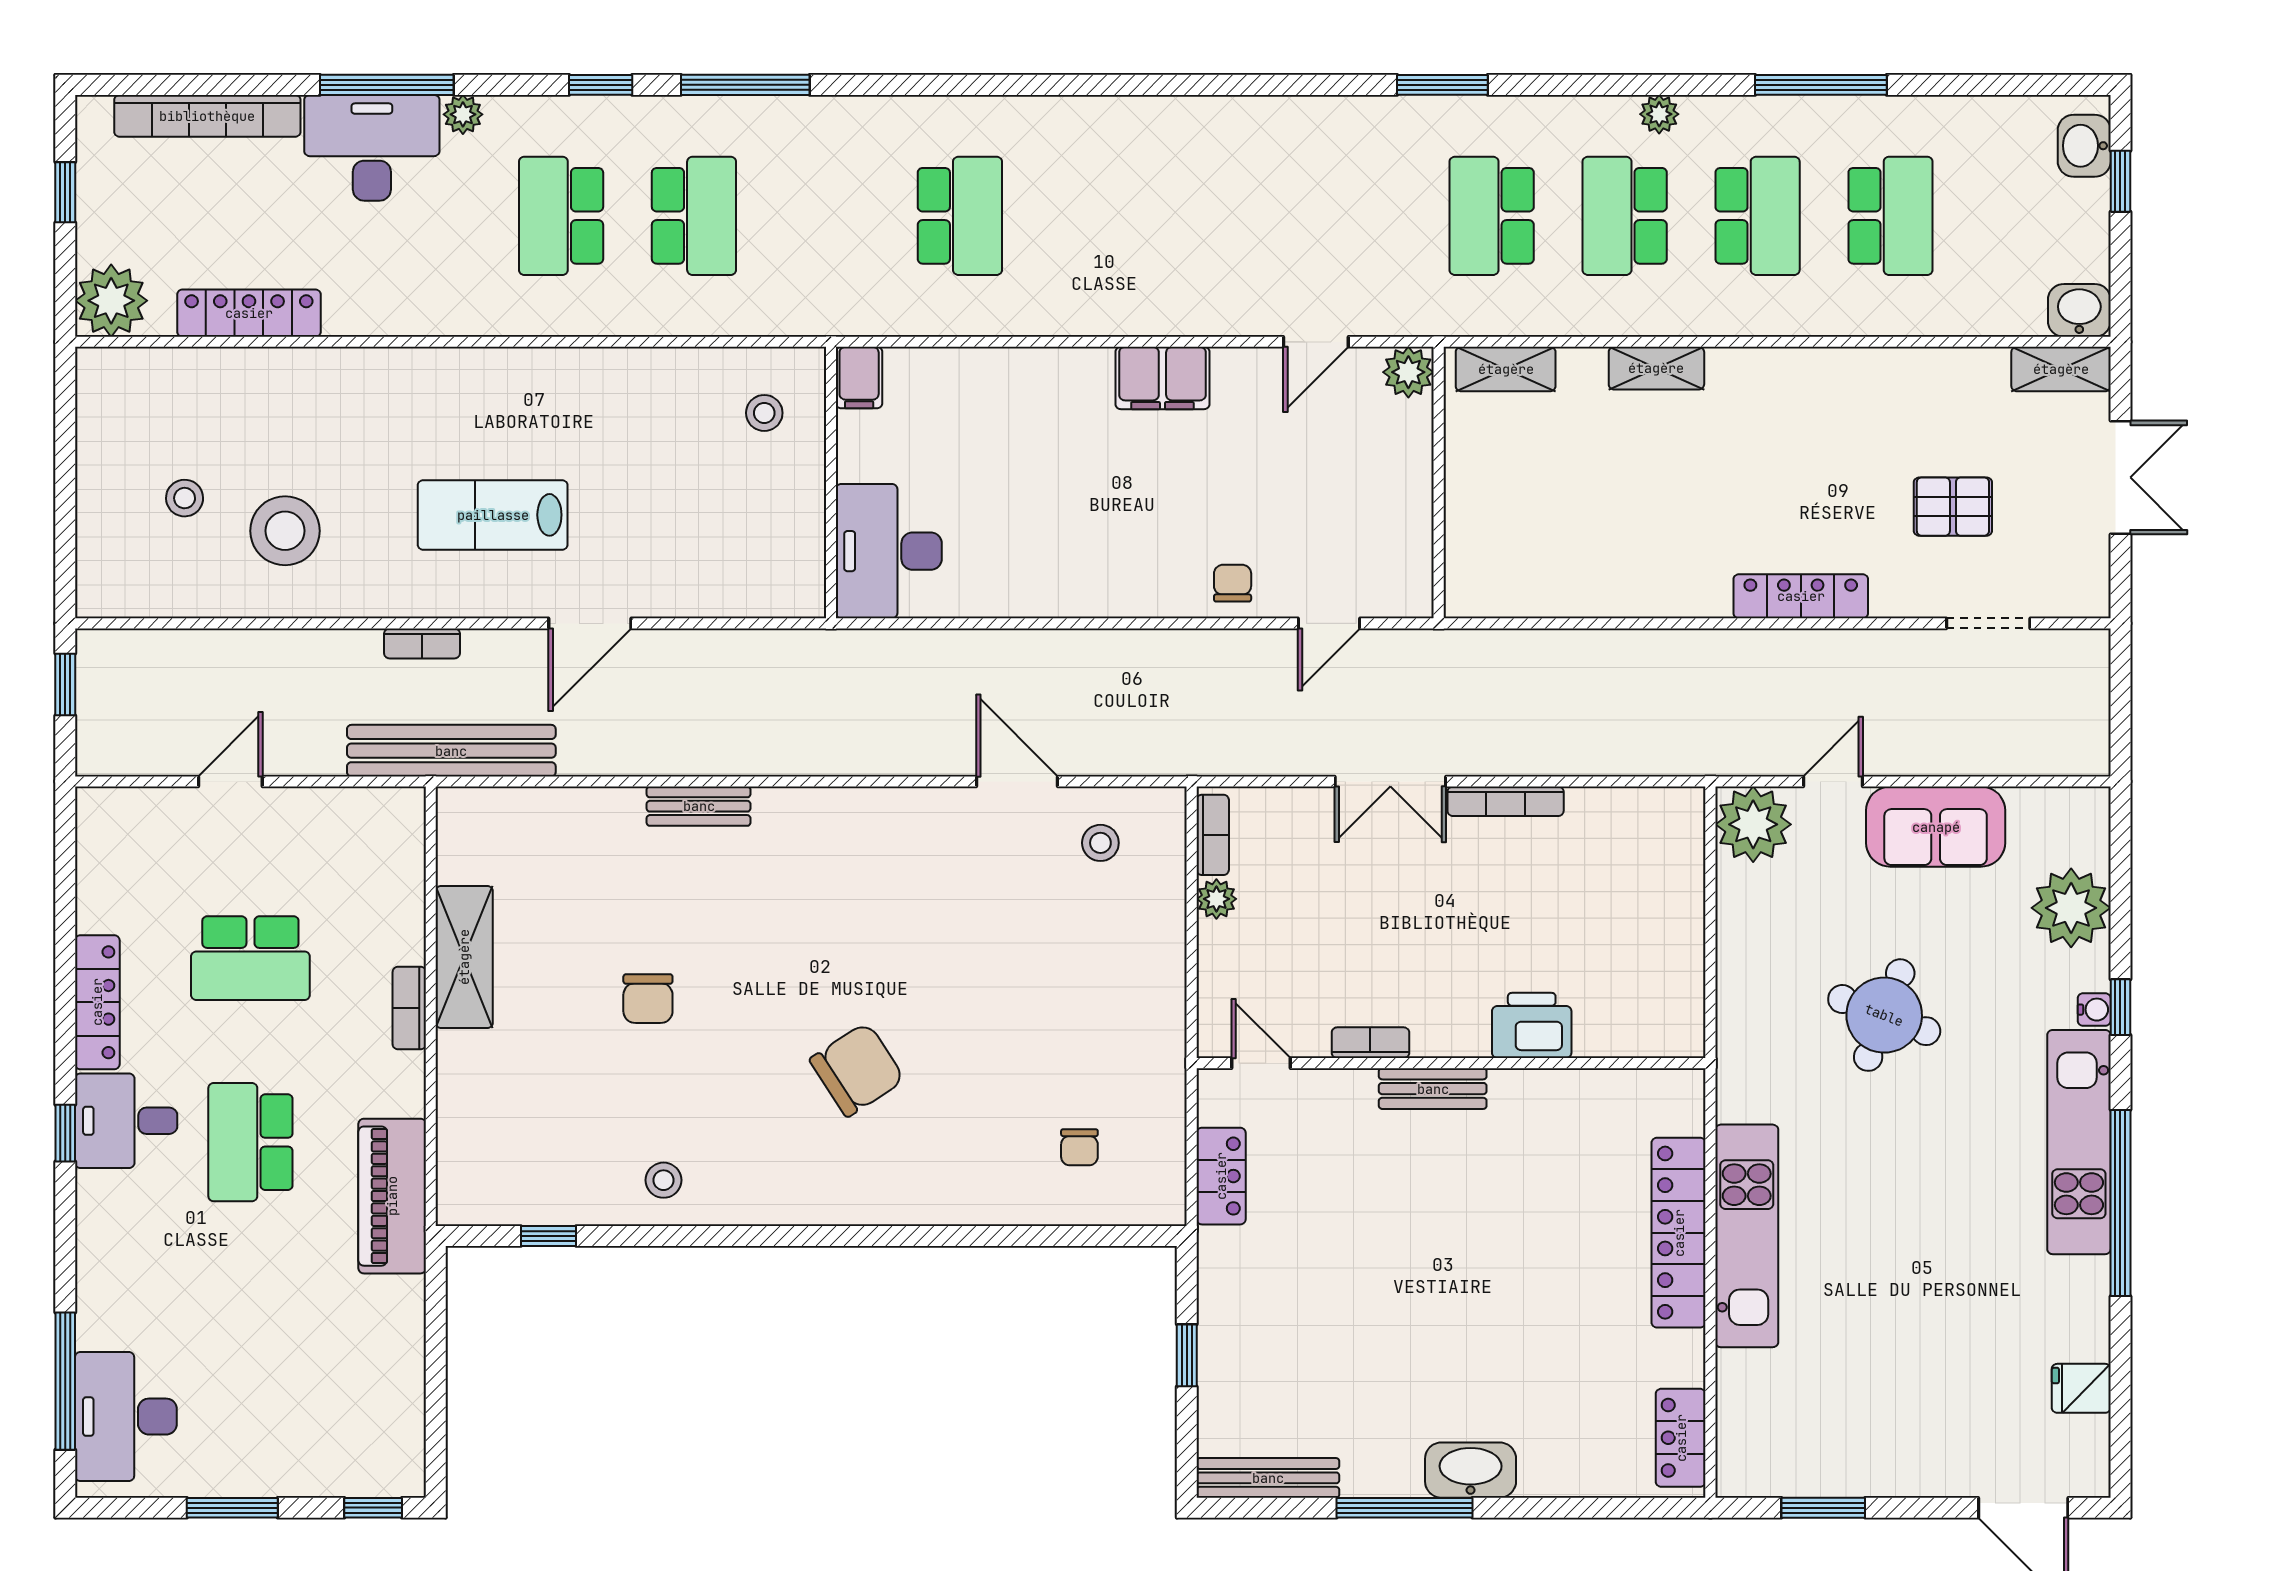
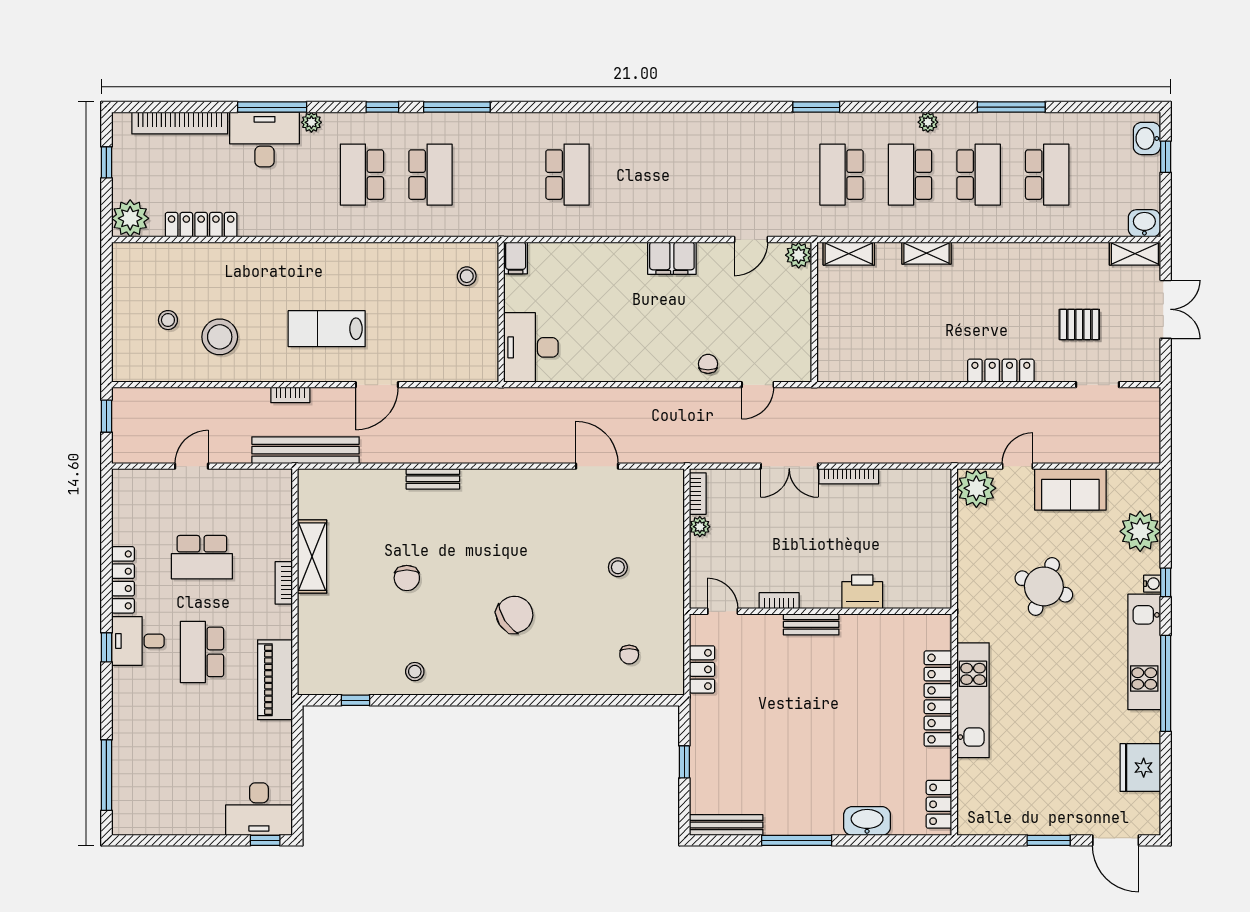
stool: (1100, 843) -> (618, 567), moved
fridge: (2081, 1388) -> (1140, 768), width x1.88, depth x1.34
desk: (126, 1417) -> (259, 809), moved, turned -90
washbasin: (1471, 1470) -> (867, 821), moved
window: (232, 1508) -> (193, 840), removed
window: (1823, 1508) -> (1049, 840), moved

